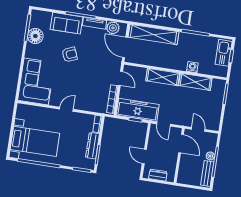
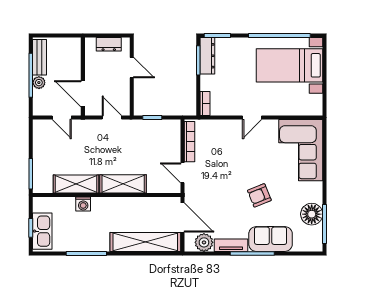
freezer: (138, 110) -> (151, 132), removed
dresser: (93, 146) -> (207, 56), moved

